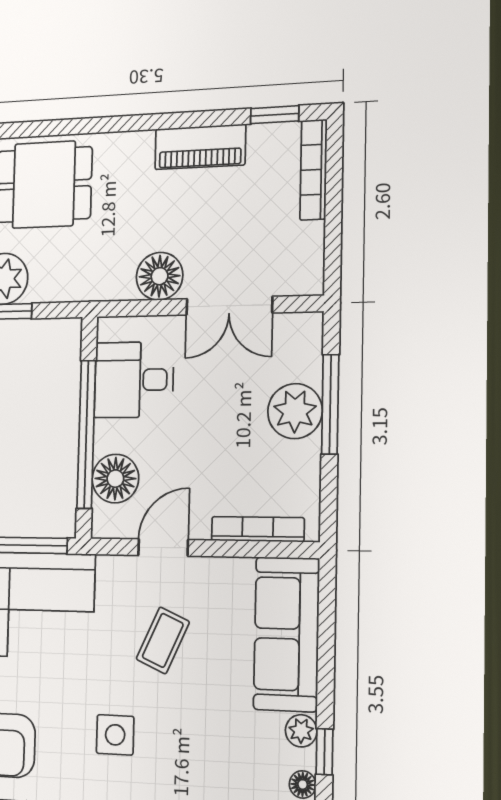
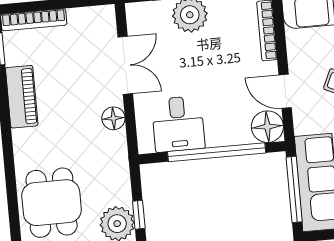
floor lamp: (160, 276) -> (113, 118), width x0.73, depth x0.73
floor lamp: (115, 479) -> (267, 127), moved

